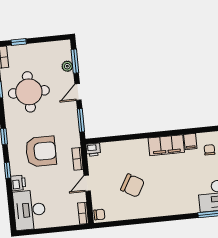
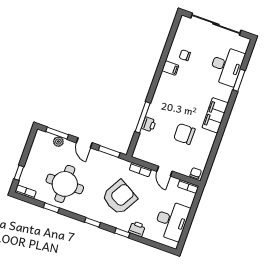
window: (130, 137) -> (143, 117), added
filing cabinet: (166, 145) -> (215, 115), moved, turned 180
printer: (93, 150) -> (149, 124), moved
armchair: (41, 151) -> (119, 197), turned 30
chair: (133, 185) -> (184, 134), turned -120
desk: (29, 210) -> (172, 221), moved, turned -90

